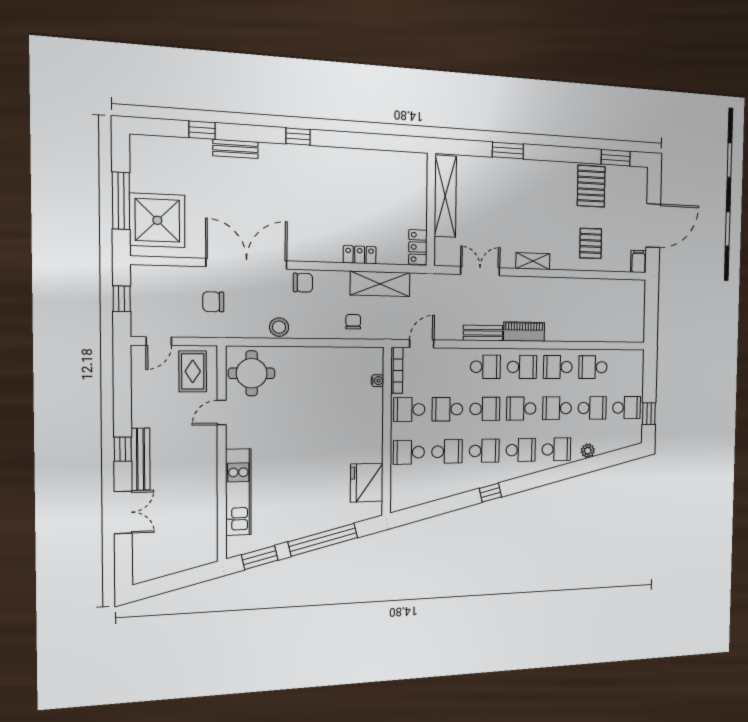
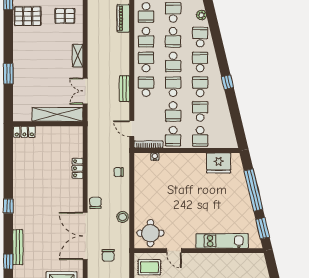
bench: (236, 149) -> (18, 247), width x1.36
shelving: (445, 196) -> (57, 114), moved
locker: (418, 247) -> (24, 132), moved
shelving: (380, 284) -> (95, 155), removed
piano: (524, 332) -> (123, 18), moved

